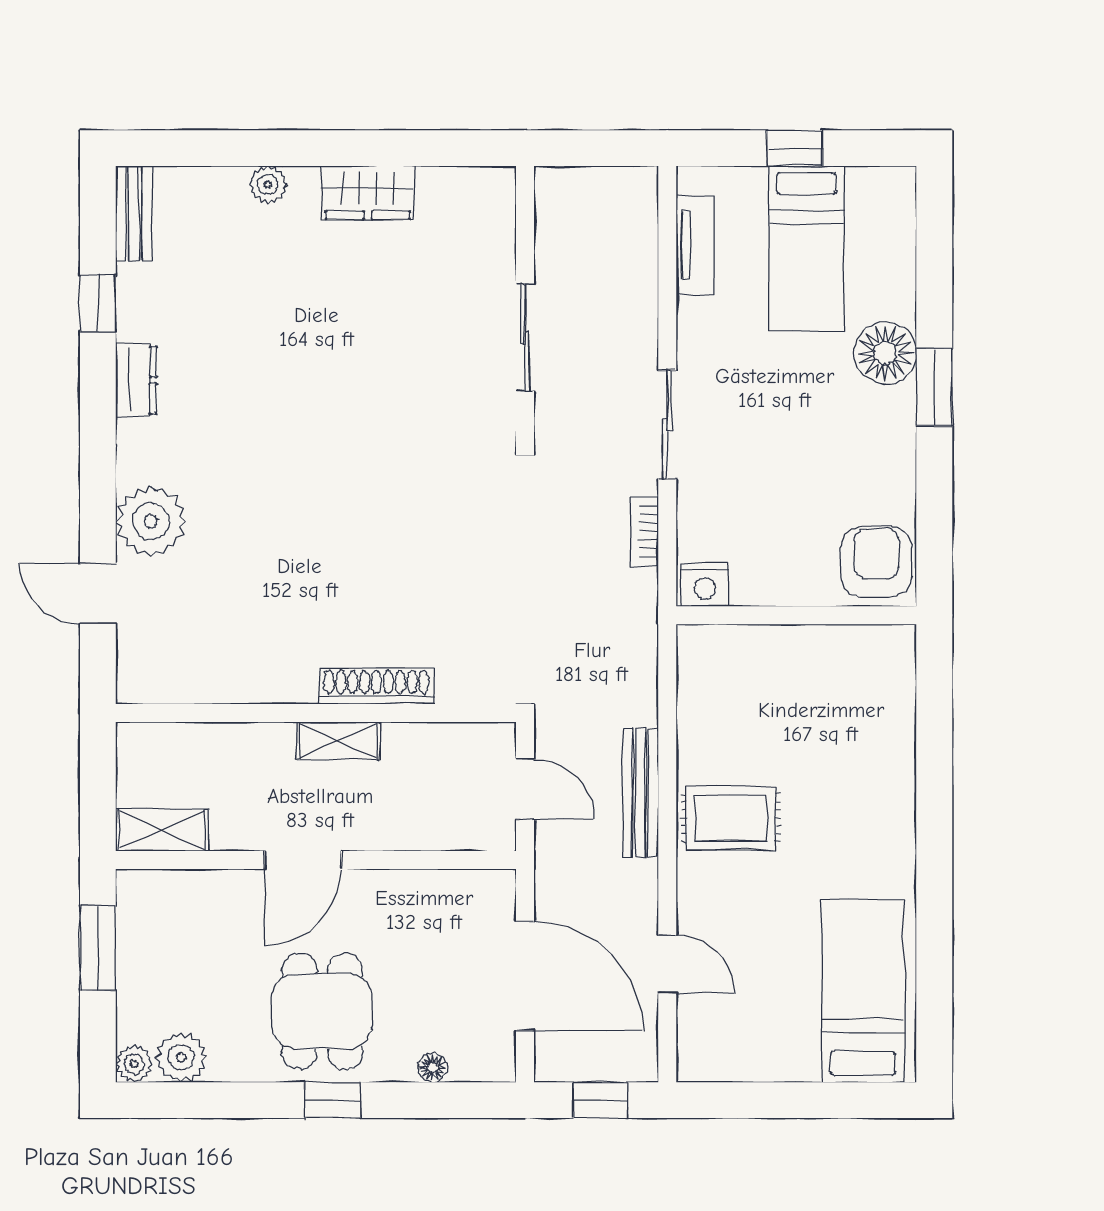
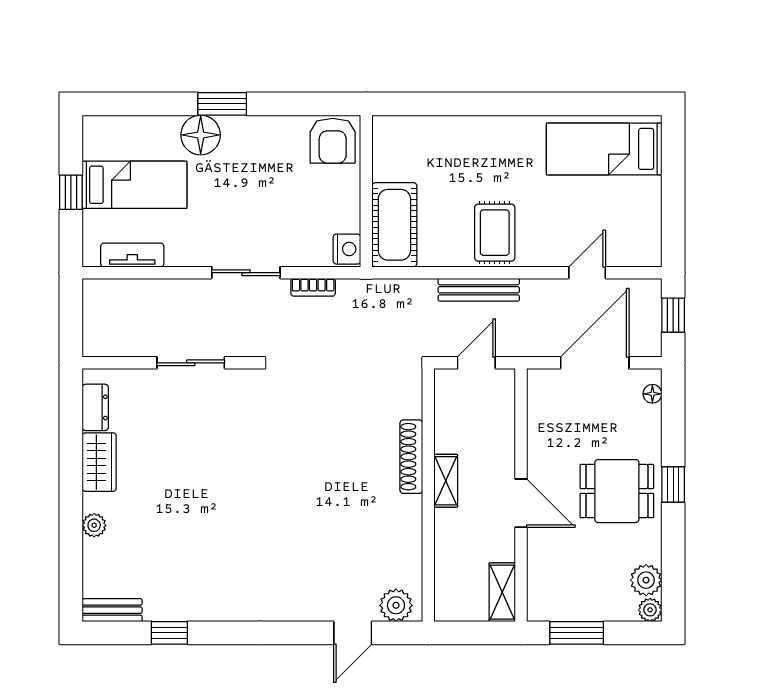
dresser: (136, 380) -> (95, 407), moved, turned 90
plant: (151, 521) -> (396, 605), moved, width x0.73, depth x0.73
armchair: (876, 562) -> (333, 141), turned -90
cot: (743, 660) -> (394, 225), added
floor lamp: (433, 1068) -> (652, 394), moved

